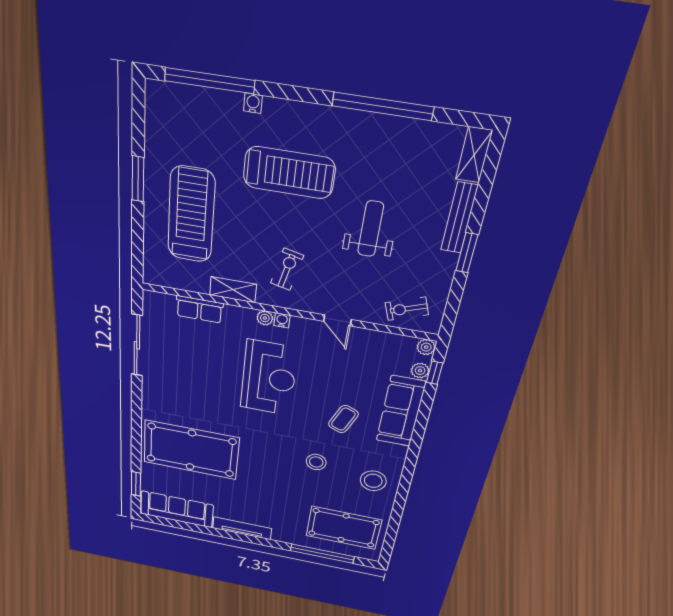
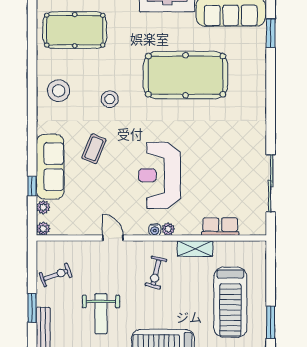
exercise bike: (407, 309) -> (56, 275), moved
window: (434, 373) -> (32, 186), moved
pool table: (191, 450) -> (186, 75), moved

